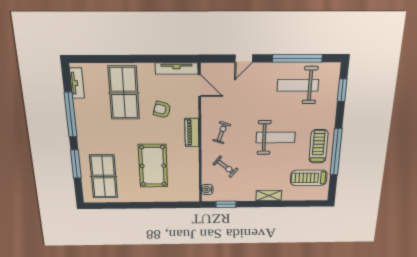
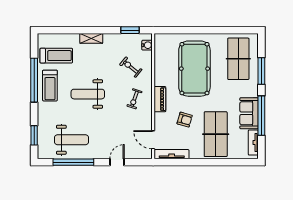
sofa: (86, 117) -> (249, 113), added
pool table: (153, 166) -> (194, 69), width x1.36, depth x1.32

